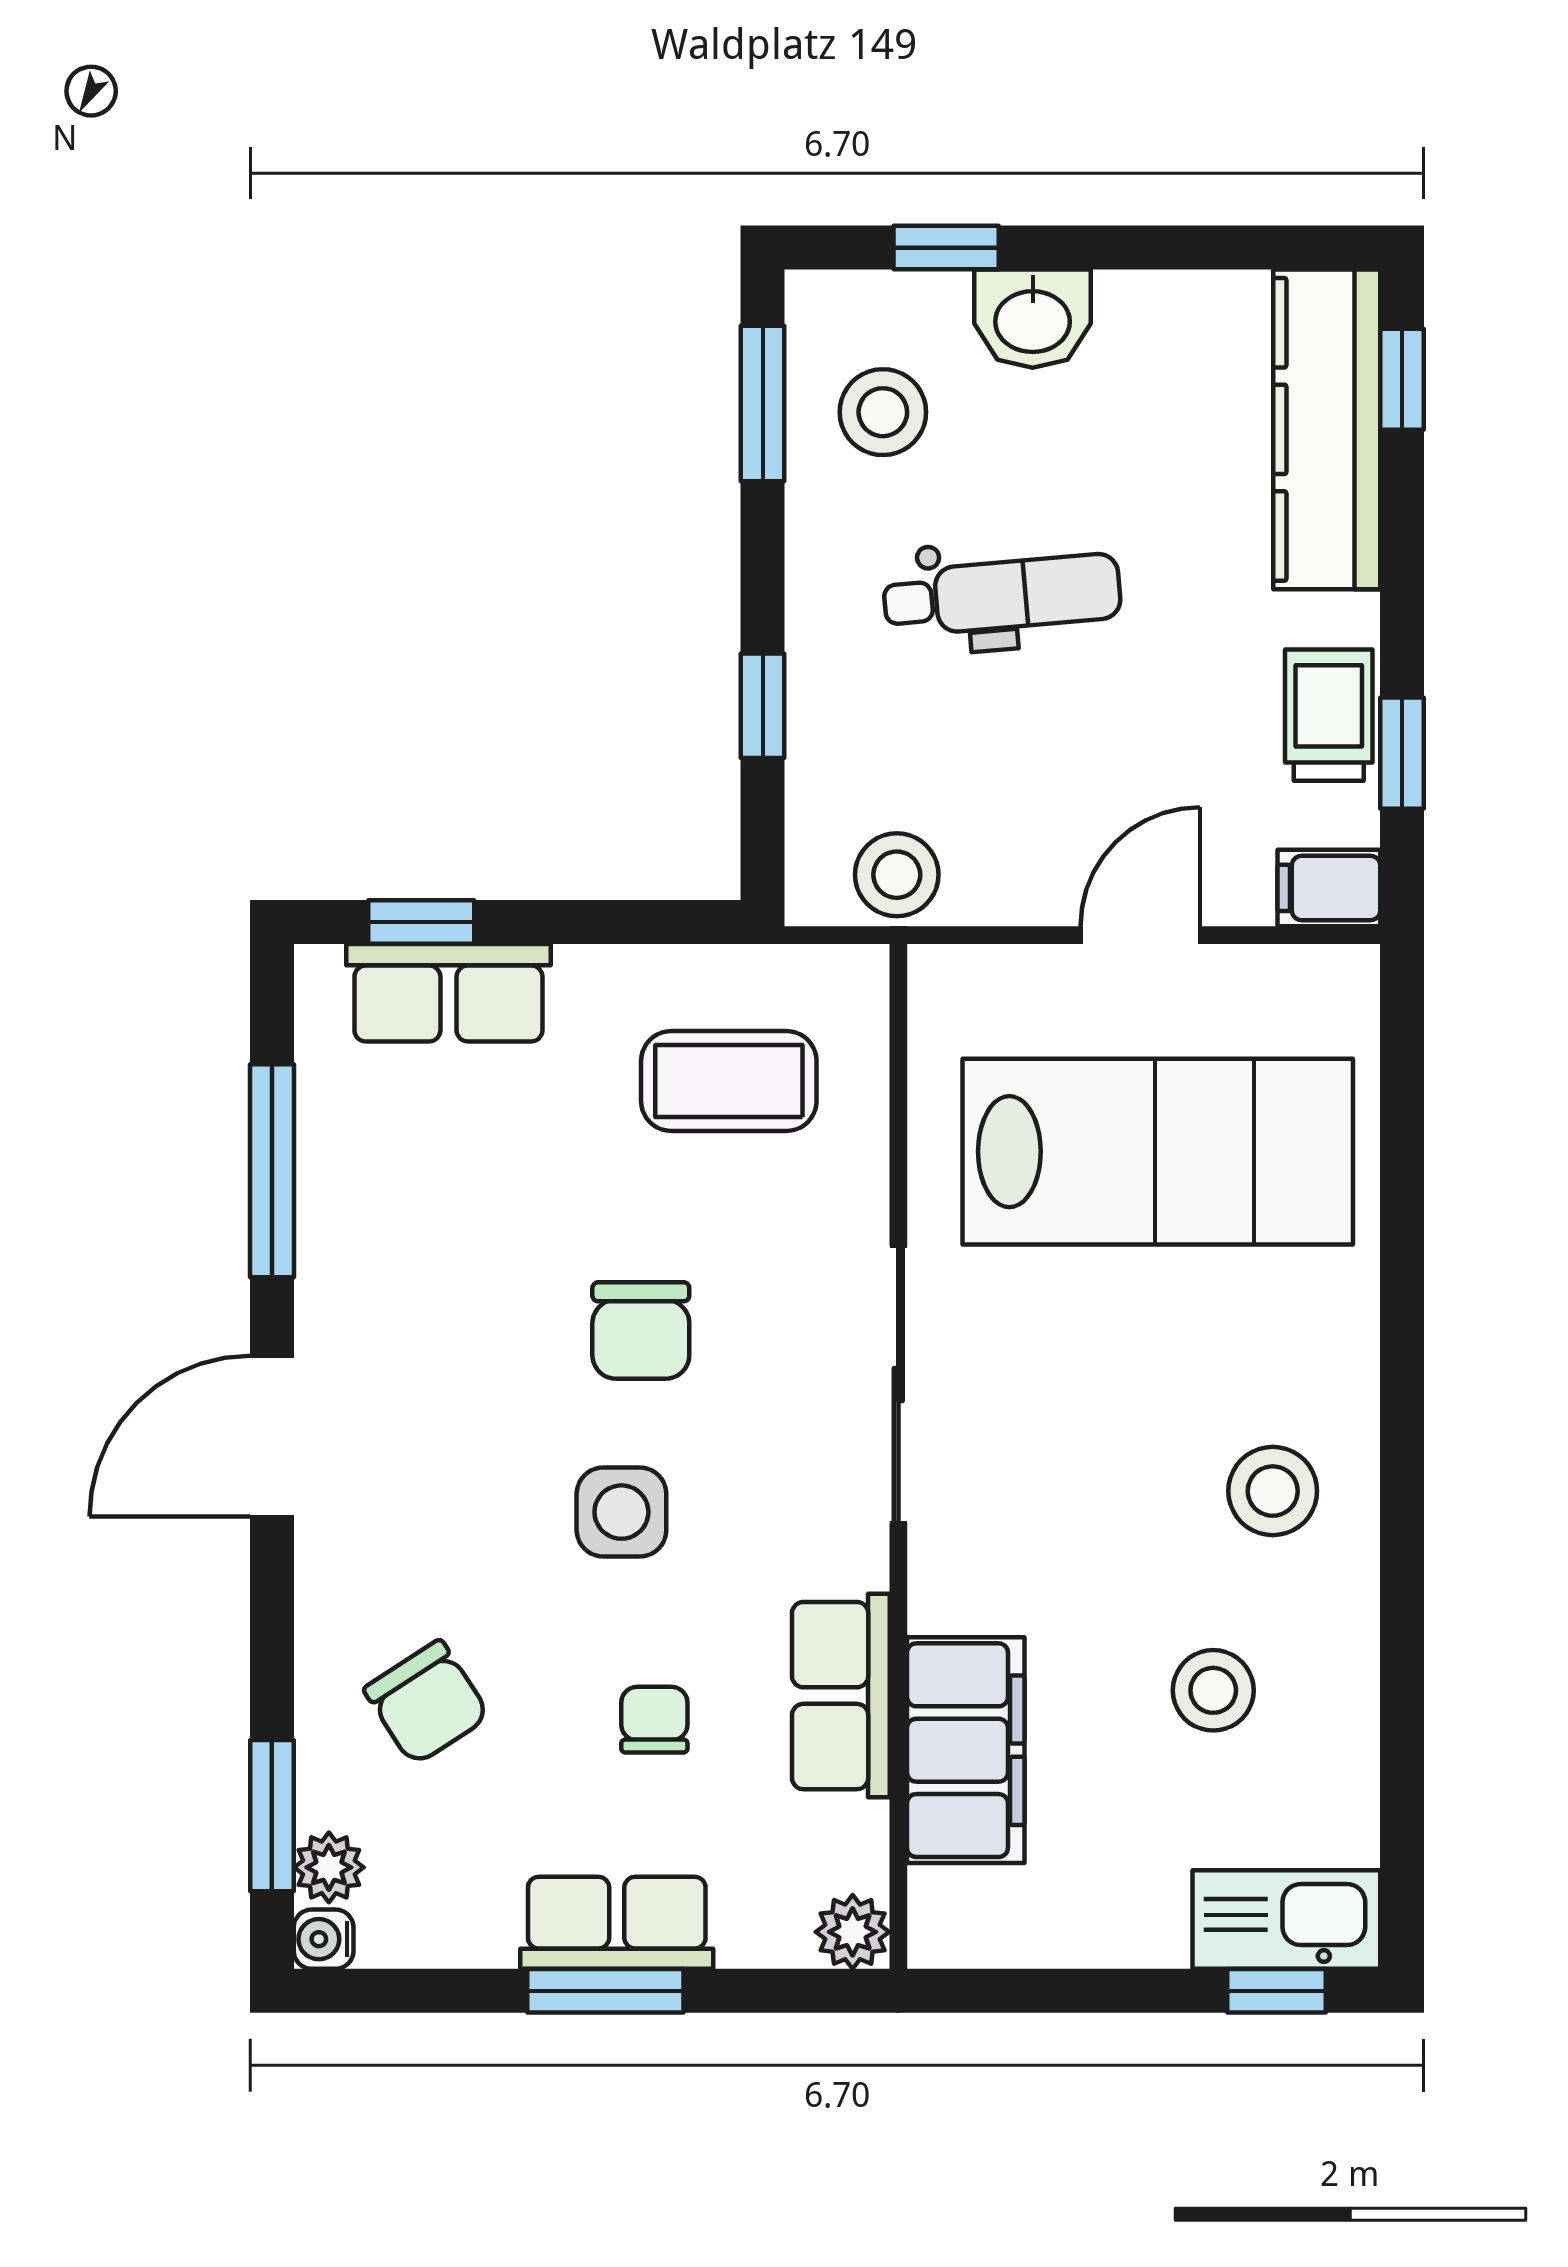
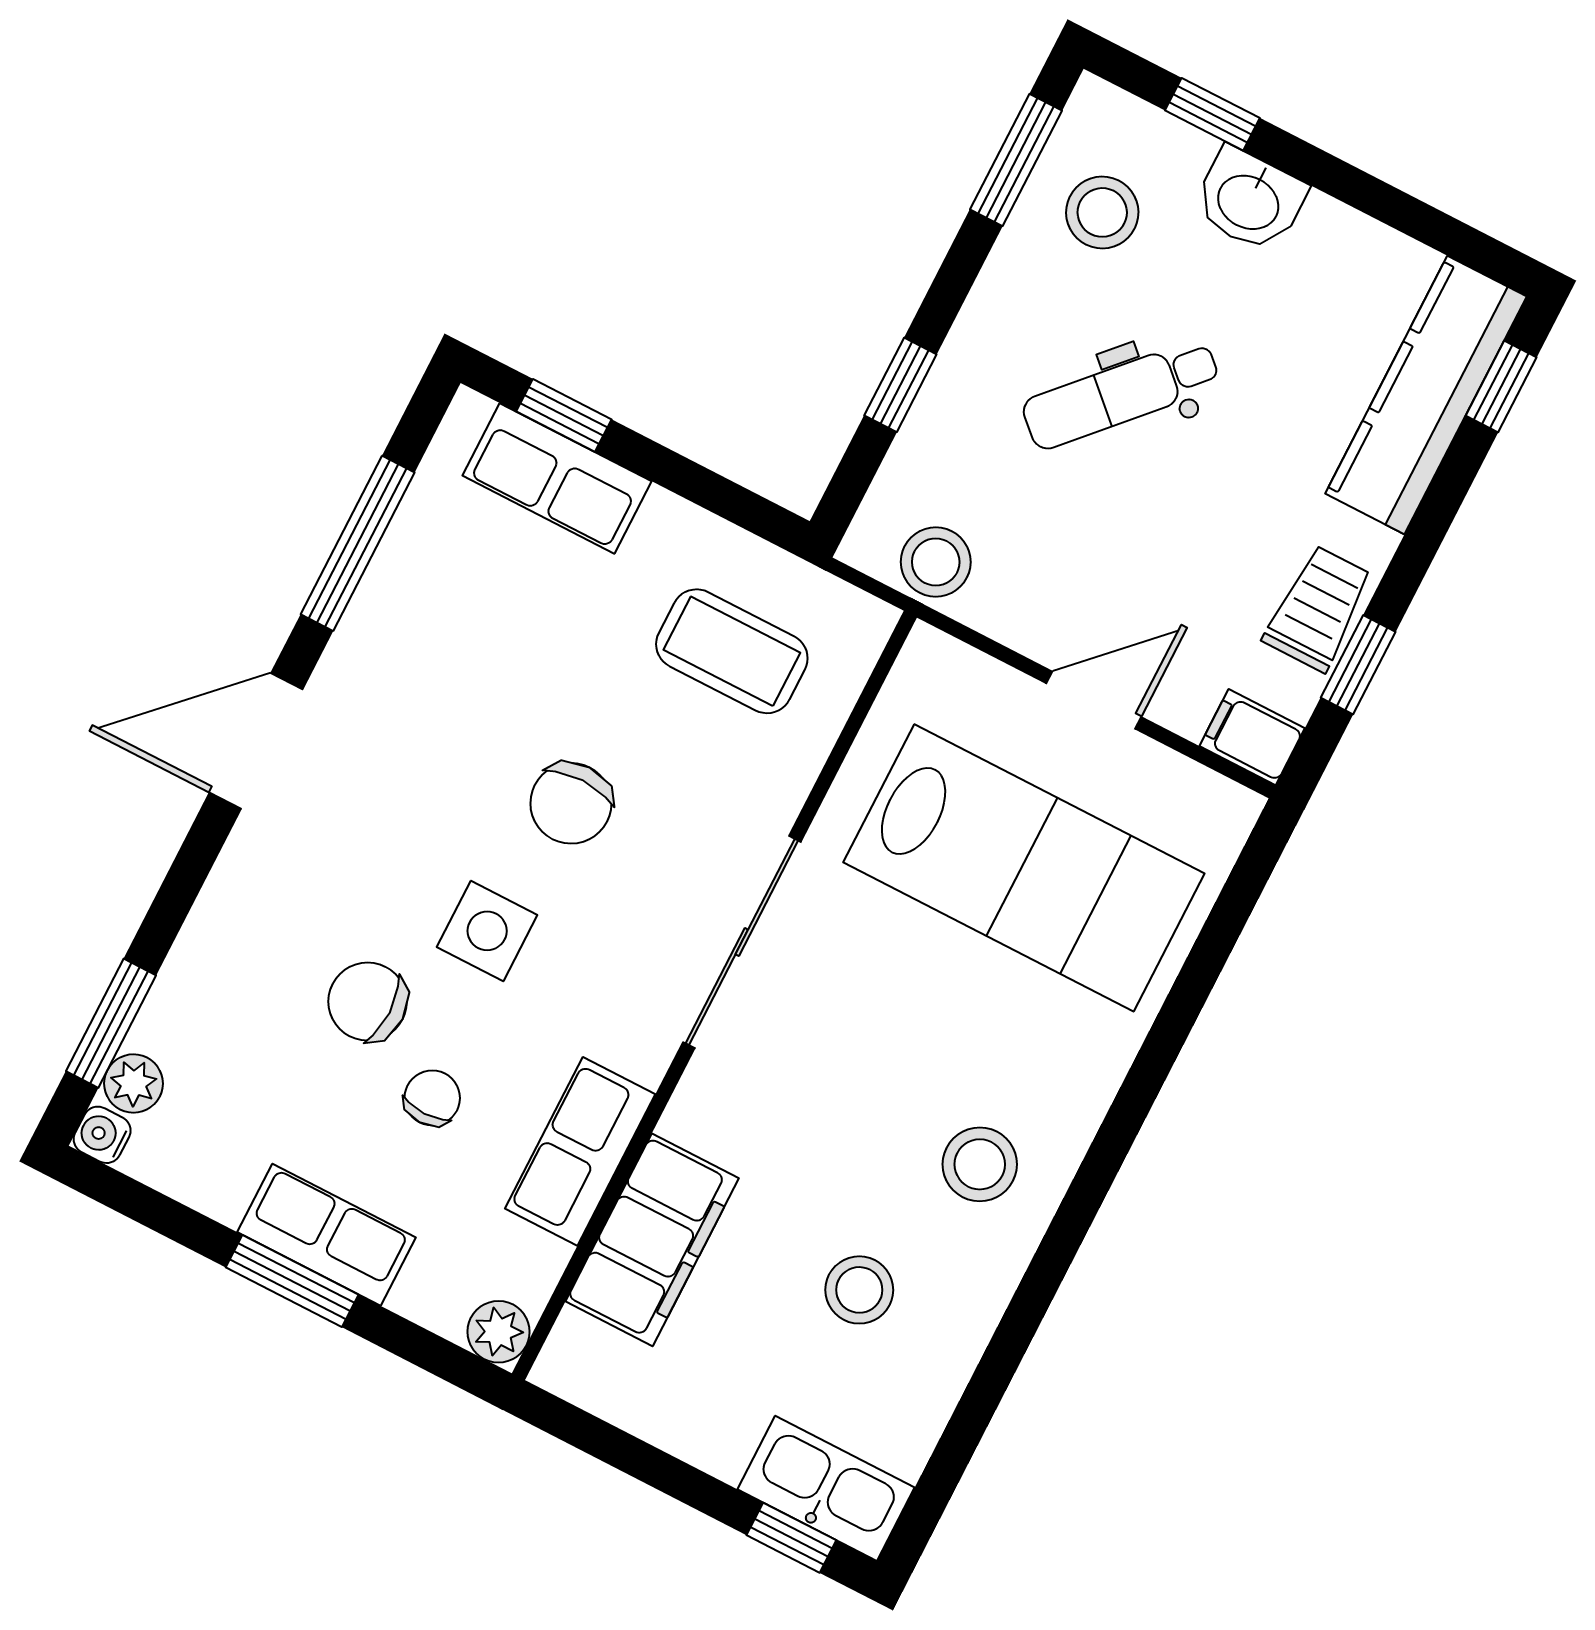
dental chair: (1002, 595) -> (1121, 394), turned 138
chair: (427, 1703) -> (368, 1002), moved, turned 123

